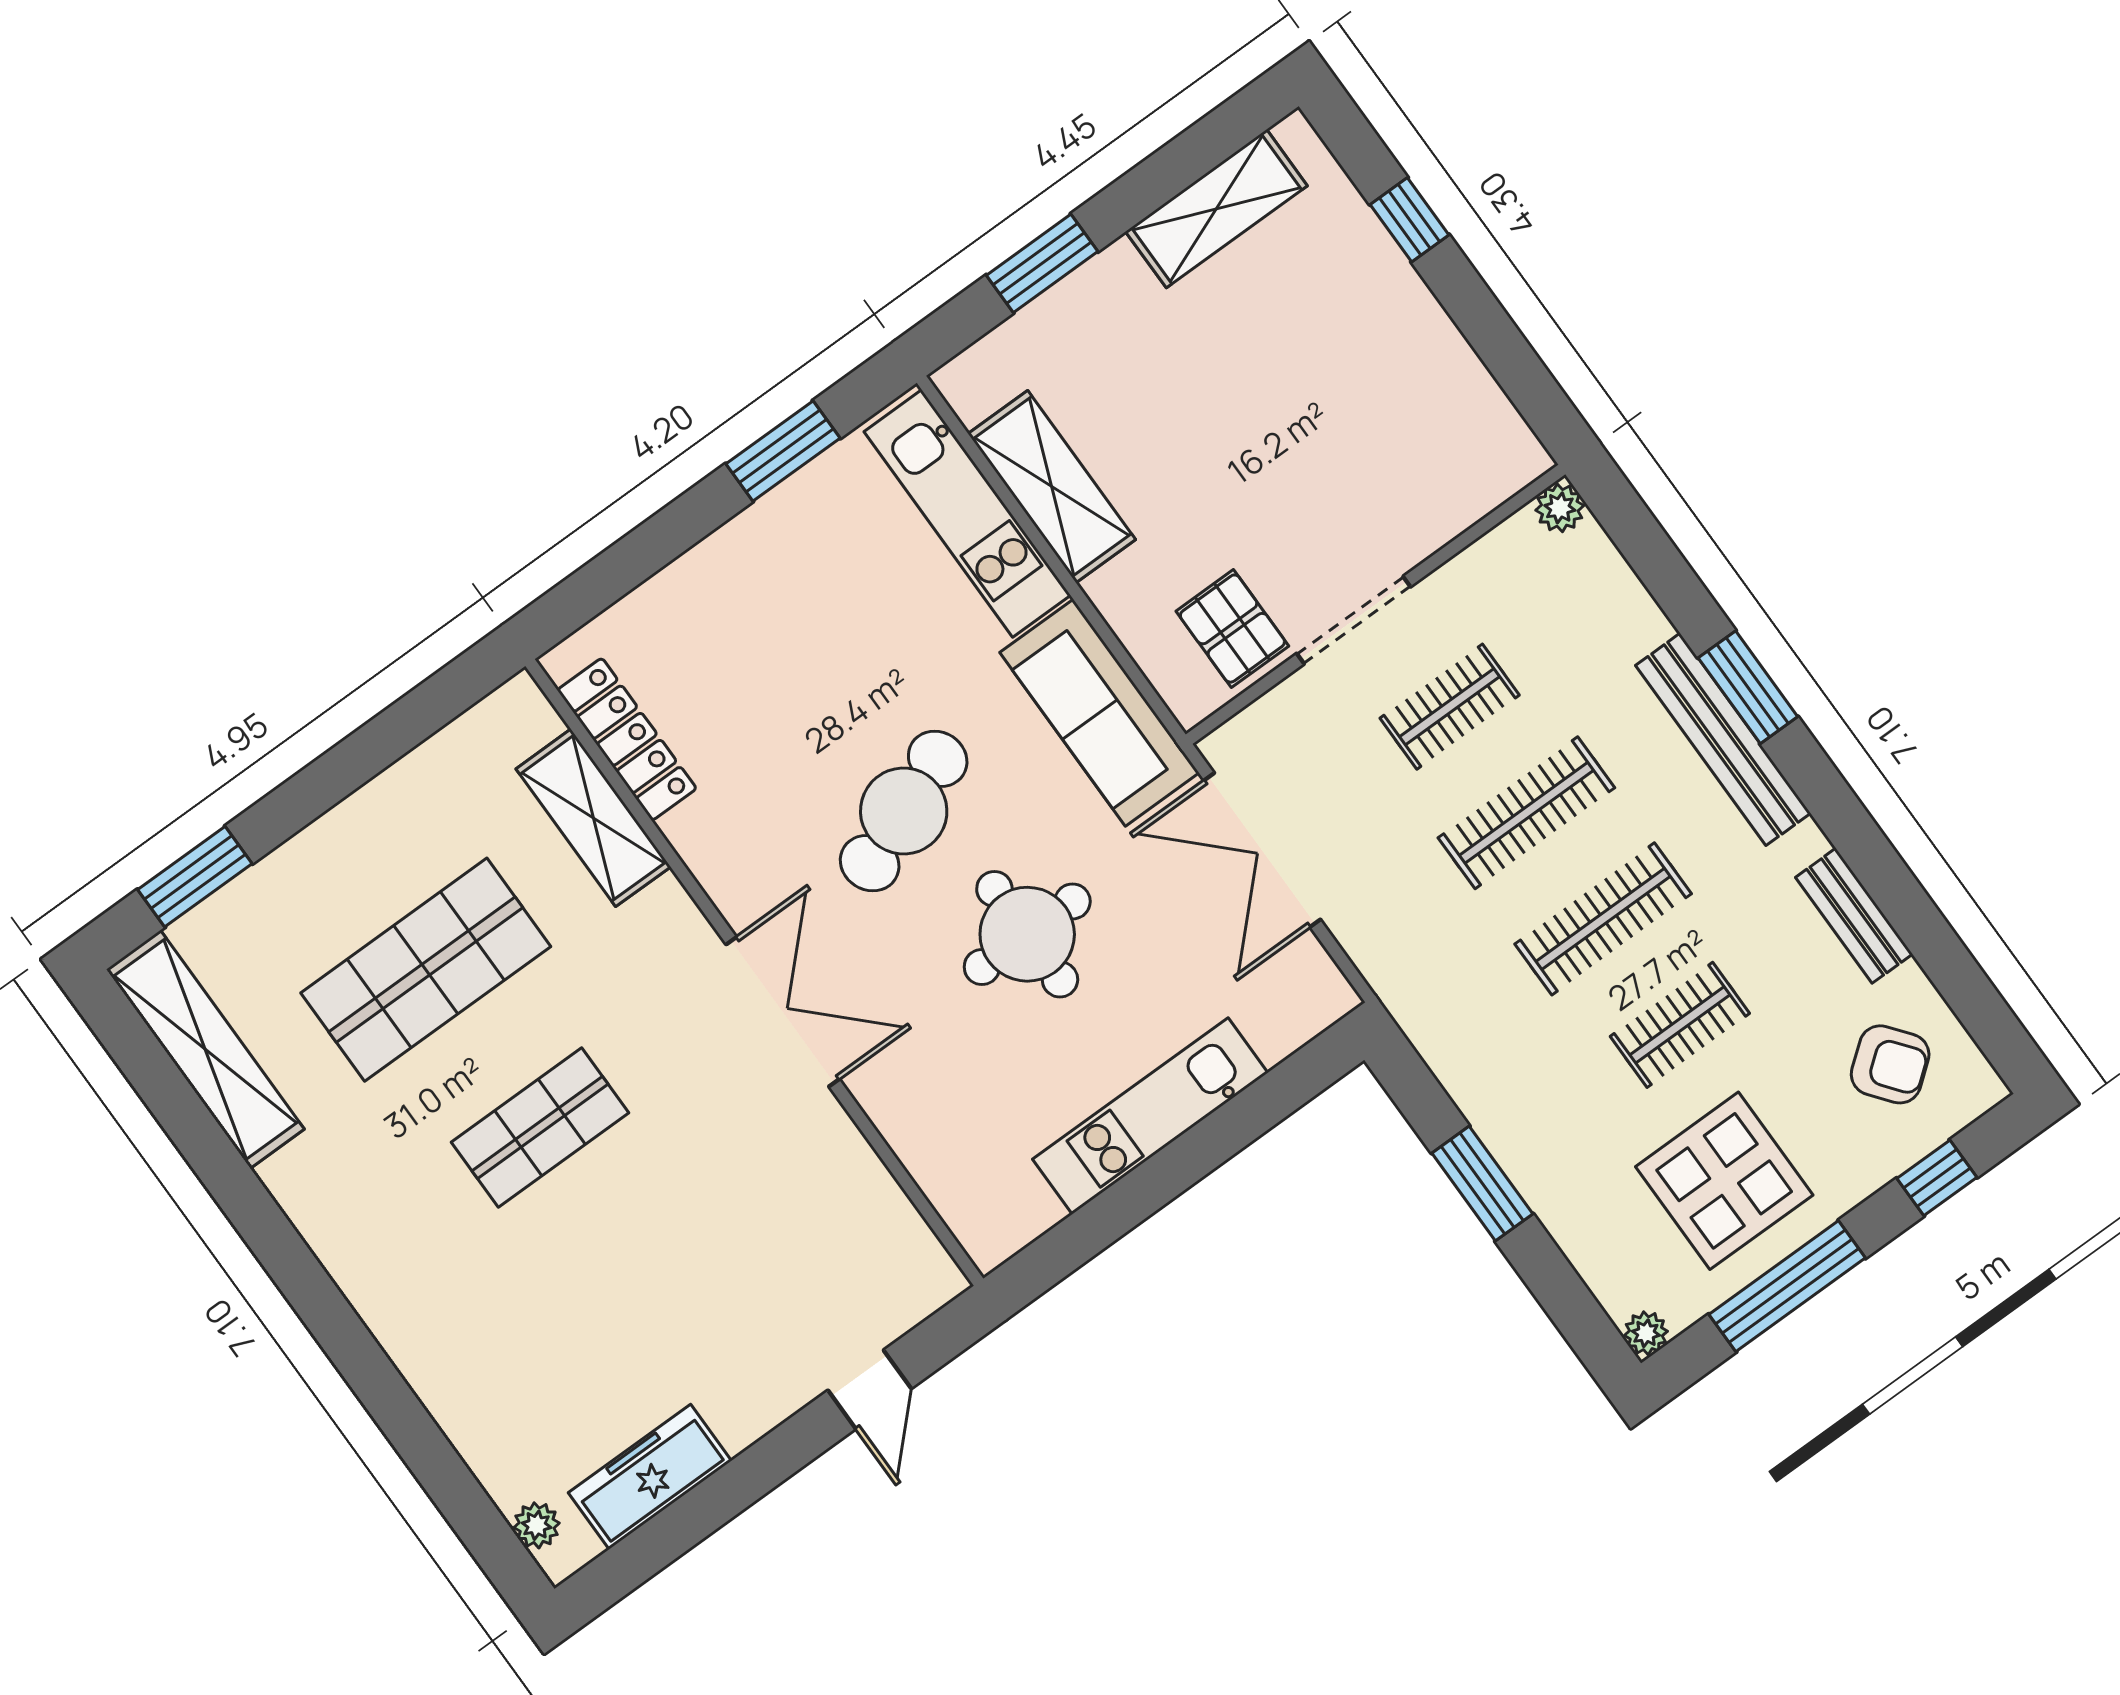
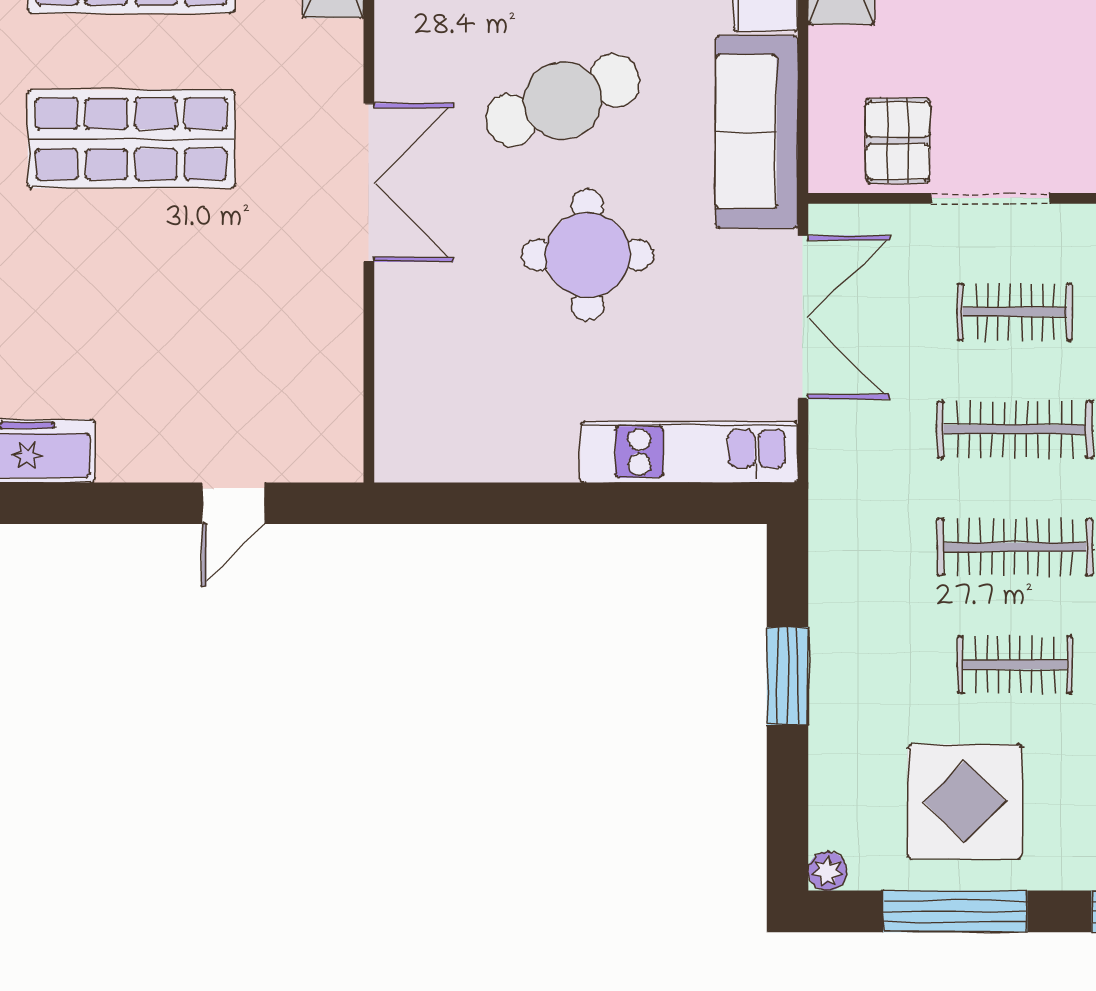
double door: (1262, 850) -> (803, 317), swing flipped
kitchen unit: (1150, 1116) -> (689, 452), moved
shop shelf: (540, 1127) -> (131, 139), width x1.43, depth x1.36

